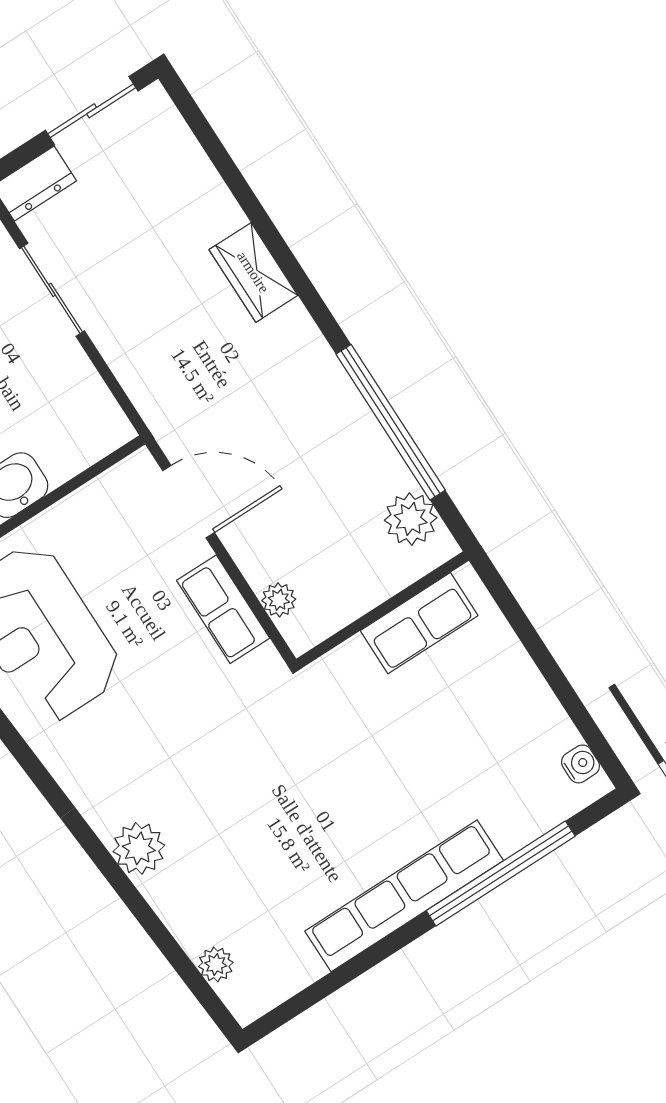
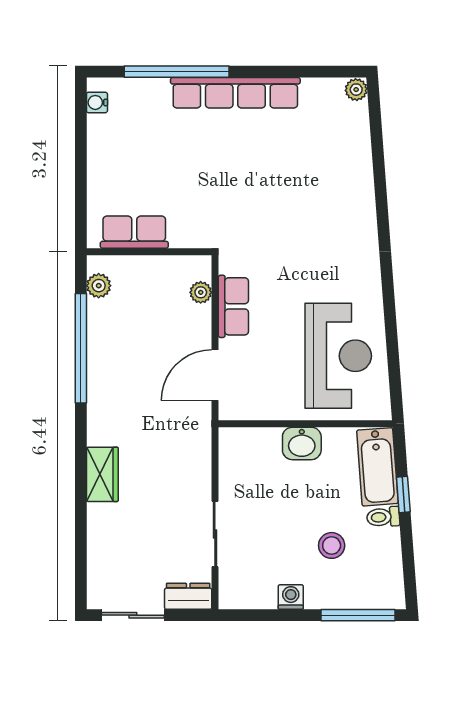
door: (189, 502) -> (215, 375), hinge flipped
plant: (411, 519) -> (99, 286), width x0.73, depth x0.73
plant: (139, 848) -> (360, 208), removed
plant: (216, 964) -> (356, 90), moved

